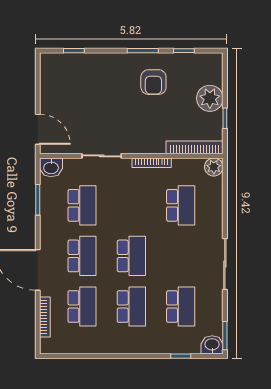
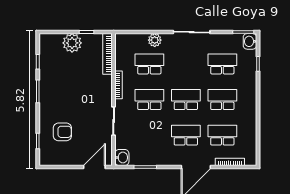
armchair: (153, 82) -> (62, 132), moved
plant: (214, 167) -> (155, 40), moved
school desk: (82, 205) -> (149, 100), moved

